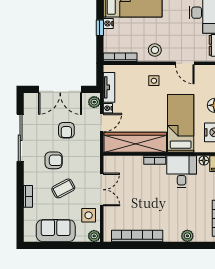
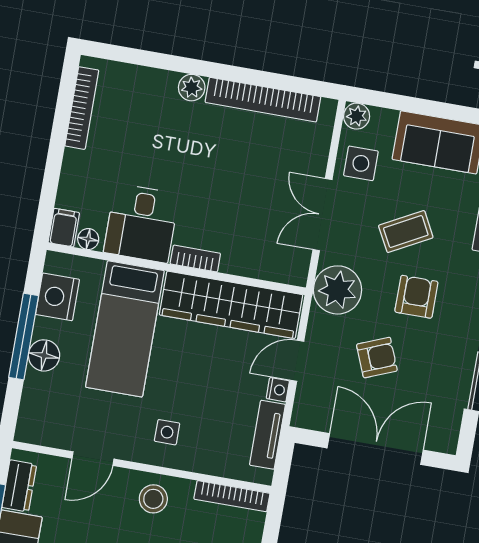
door: (185, 63) -> (93, 459), swing flipped
plant: (94, 102) -> (337, 290), moved, width x1.88, depth x1.88
armchair: (66, 130) -> (377, 358), turned 68
armchair: (54, 160) -> (416, 297), turned 90
plant: (187, 236) -> (192, 88), moved

